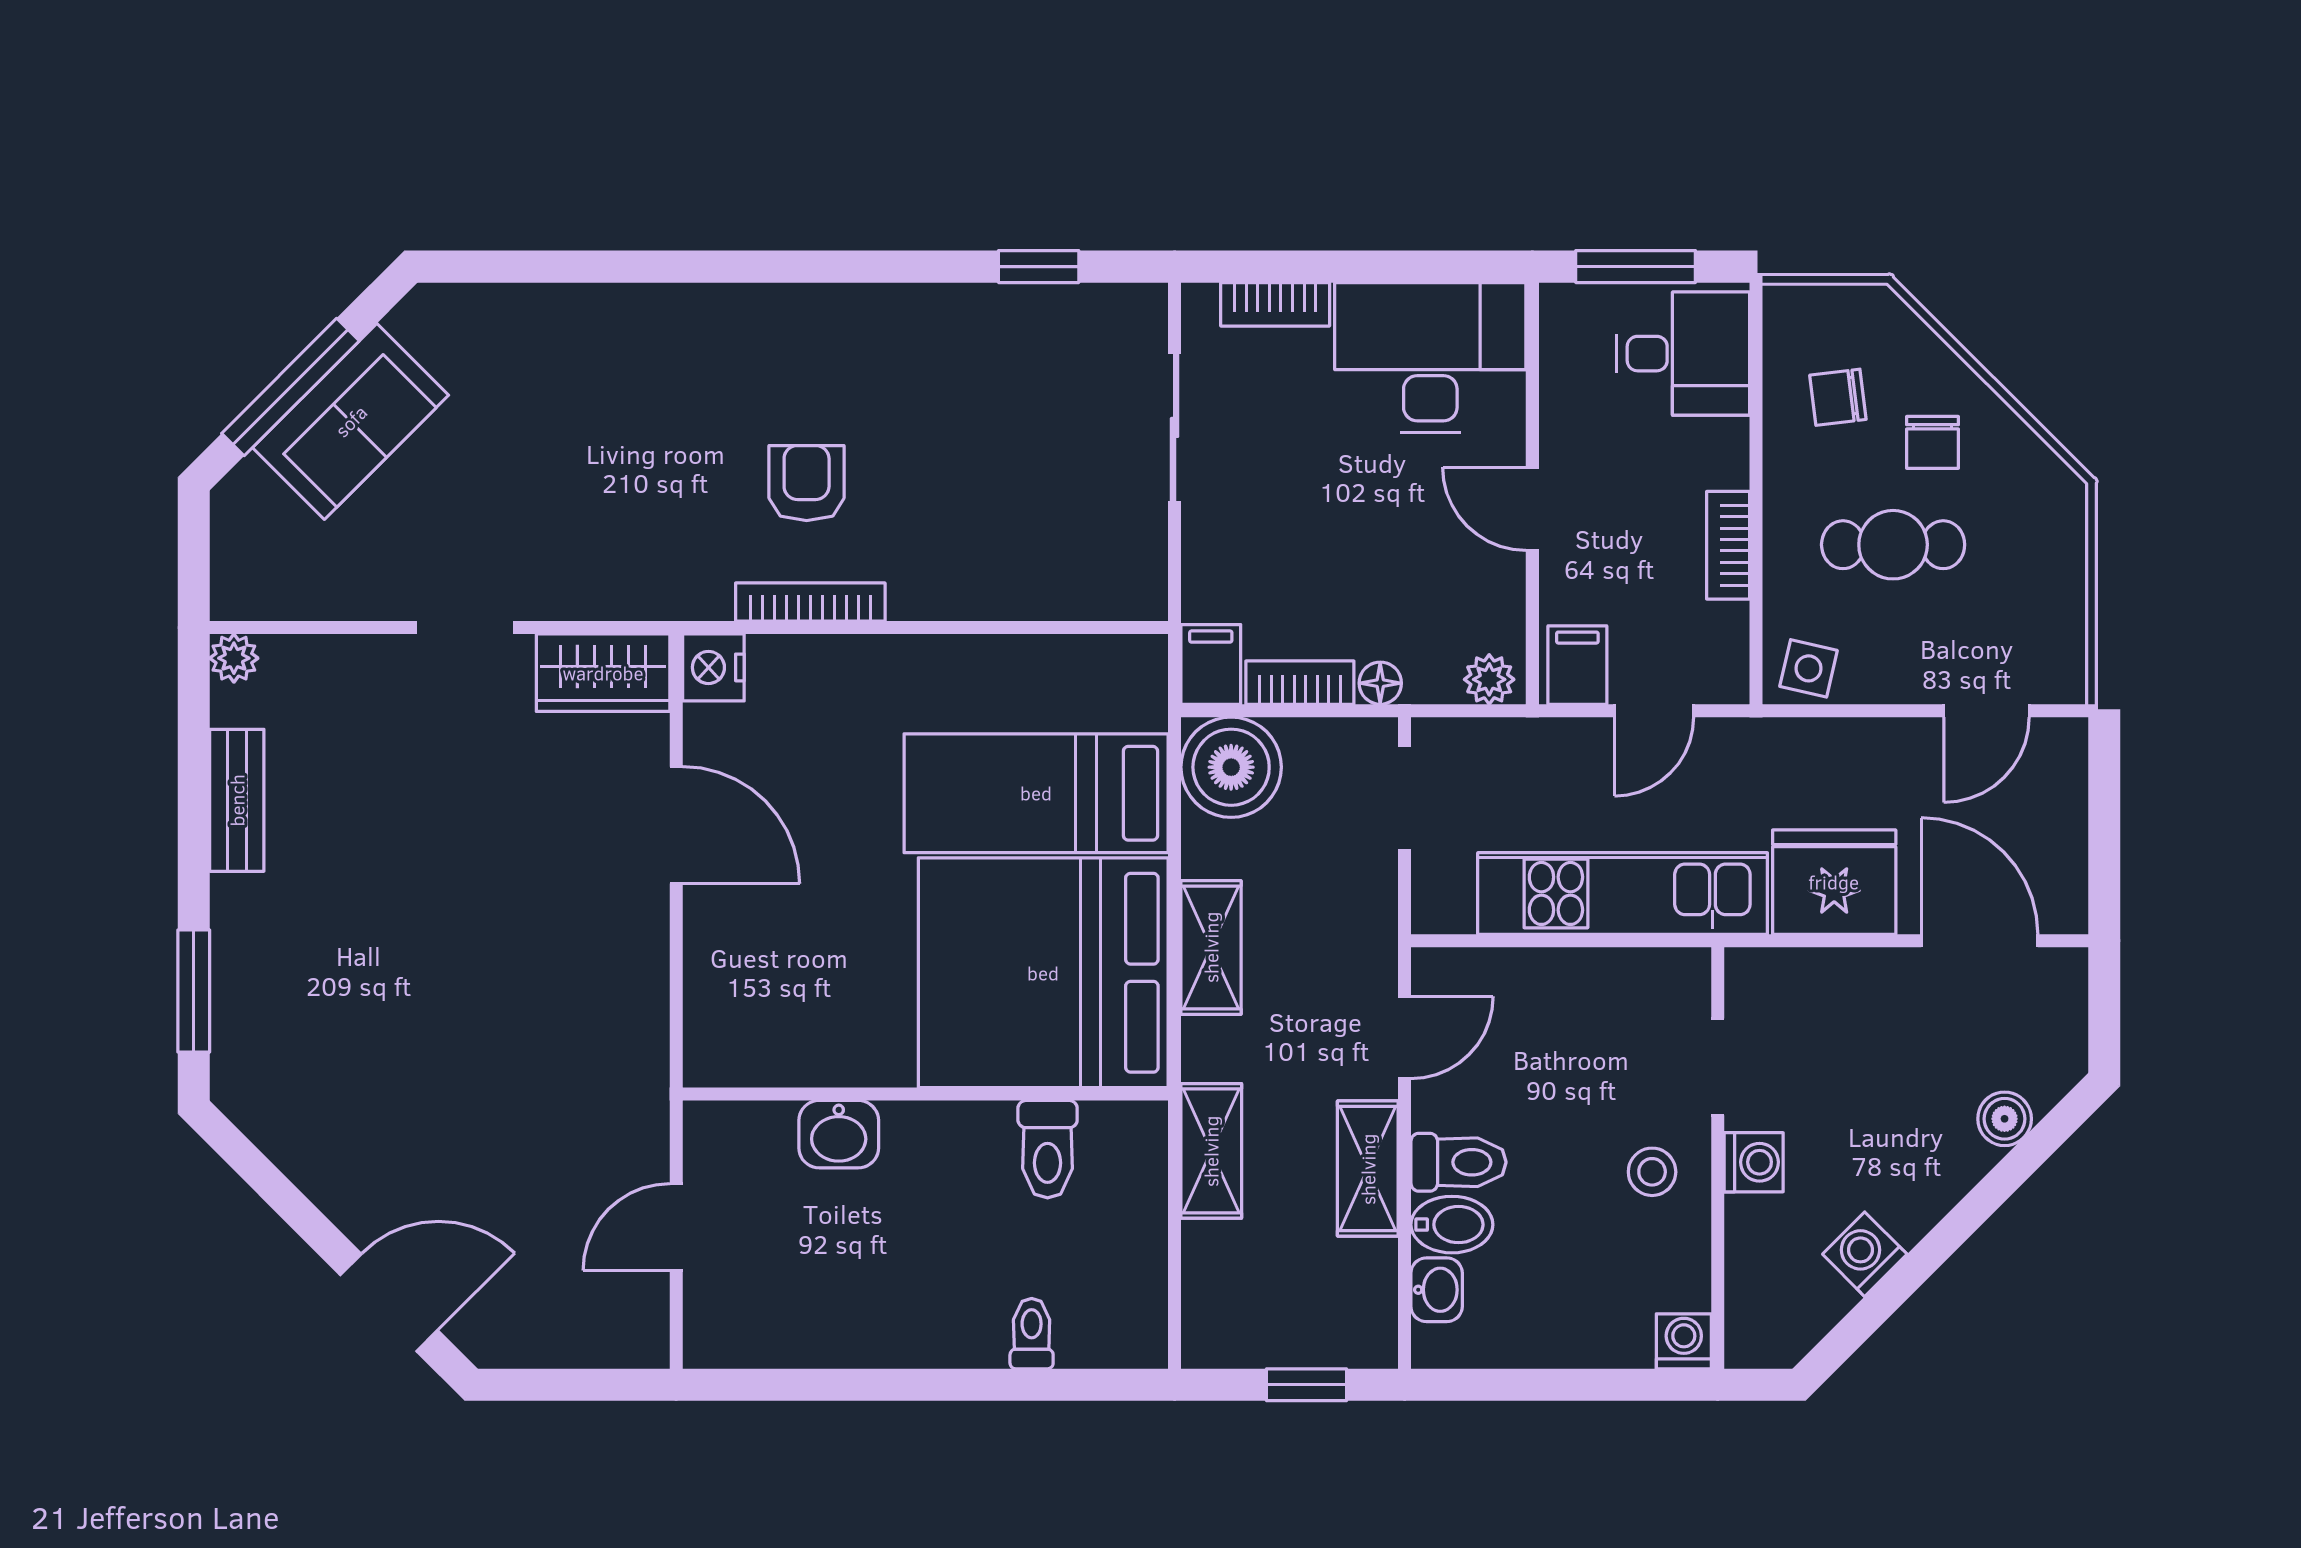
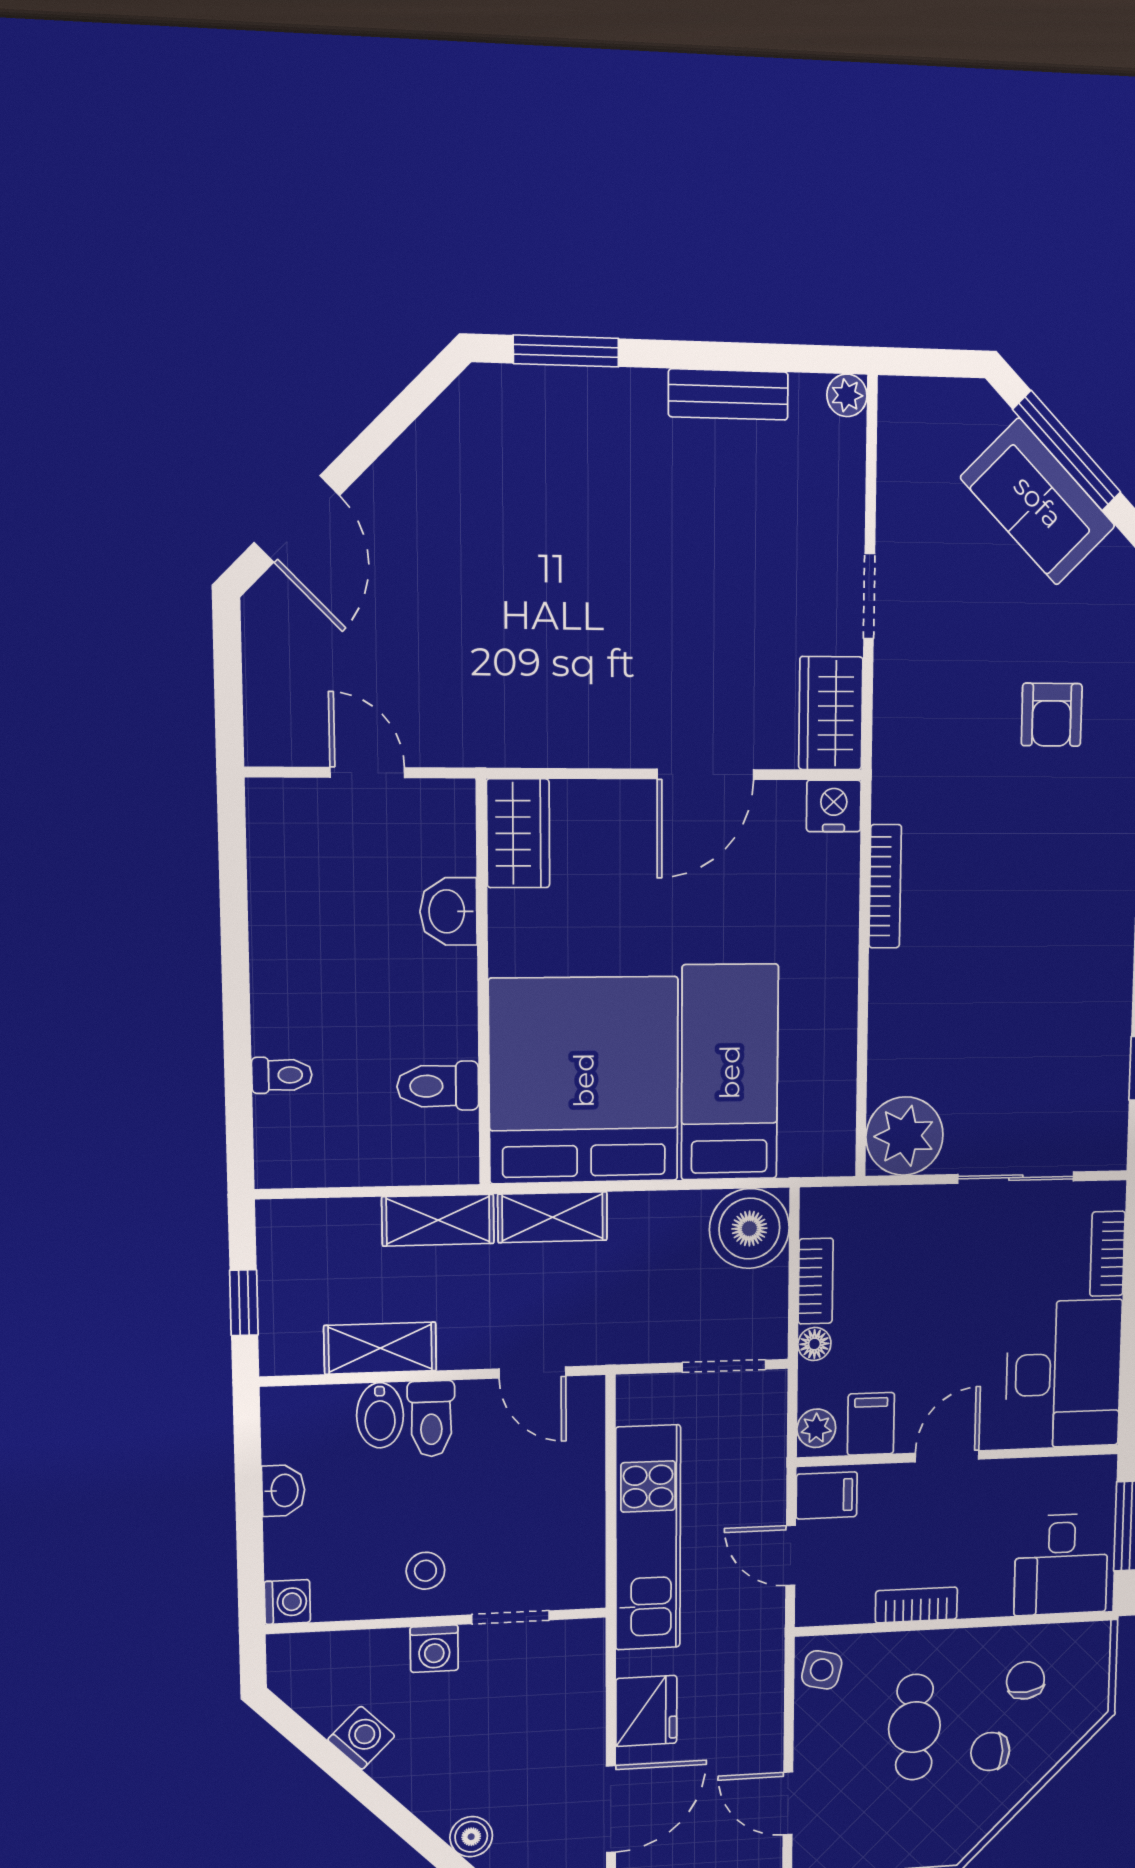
armchair: (807, 483) -> (1052, 715), moved, turned 90
plant: (1119, 572) -> (905, 1136), added
filing cabinet: (1211, 664) -> (871, 1424), moved, turned -90
fridge: (1834, 882) -> (646, 1711), width x0.73, depth x0.75
shelving: (1211, 947) -> (553, 1217), moved
wardrobe: (747, 1050) -> (518, 833), added
shelving: (1368, 1169) -> (380, 1348), moved
washbasin: (1437, 1290) -> (283, 1491), moved, turned -90

